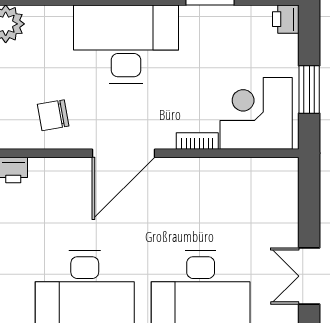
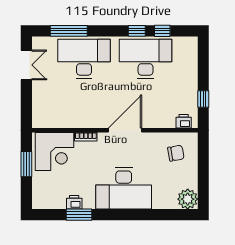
printer: (286, 19) -> (74, 202), moved, turned -90
chair: (53, 115) -> (176, 153), moved

